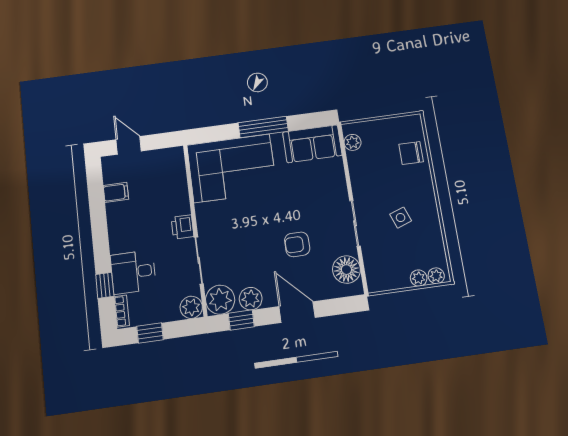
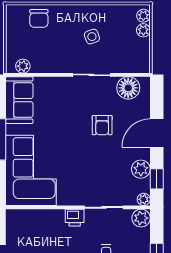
plant: (220, 300) -> (144, 199), width x0.53, depth x0.53

